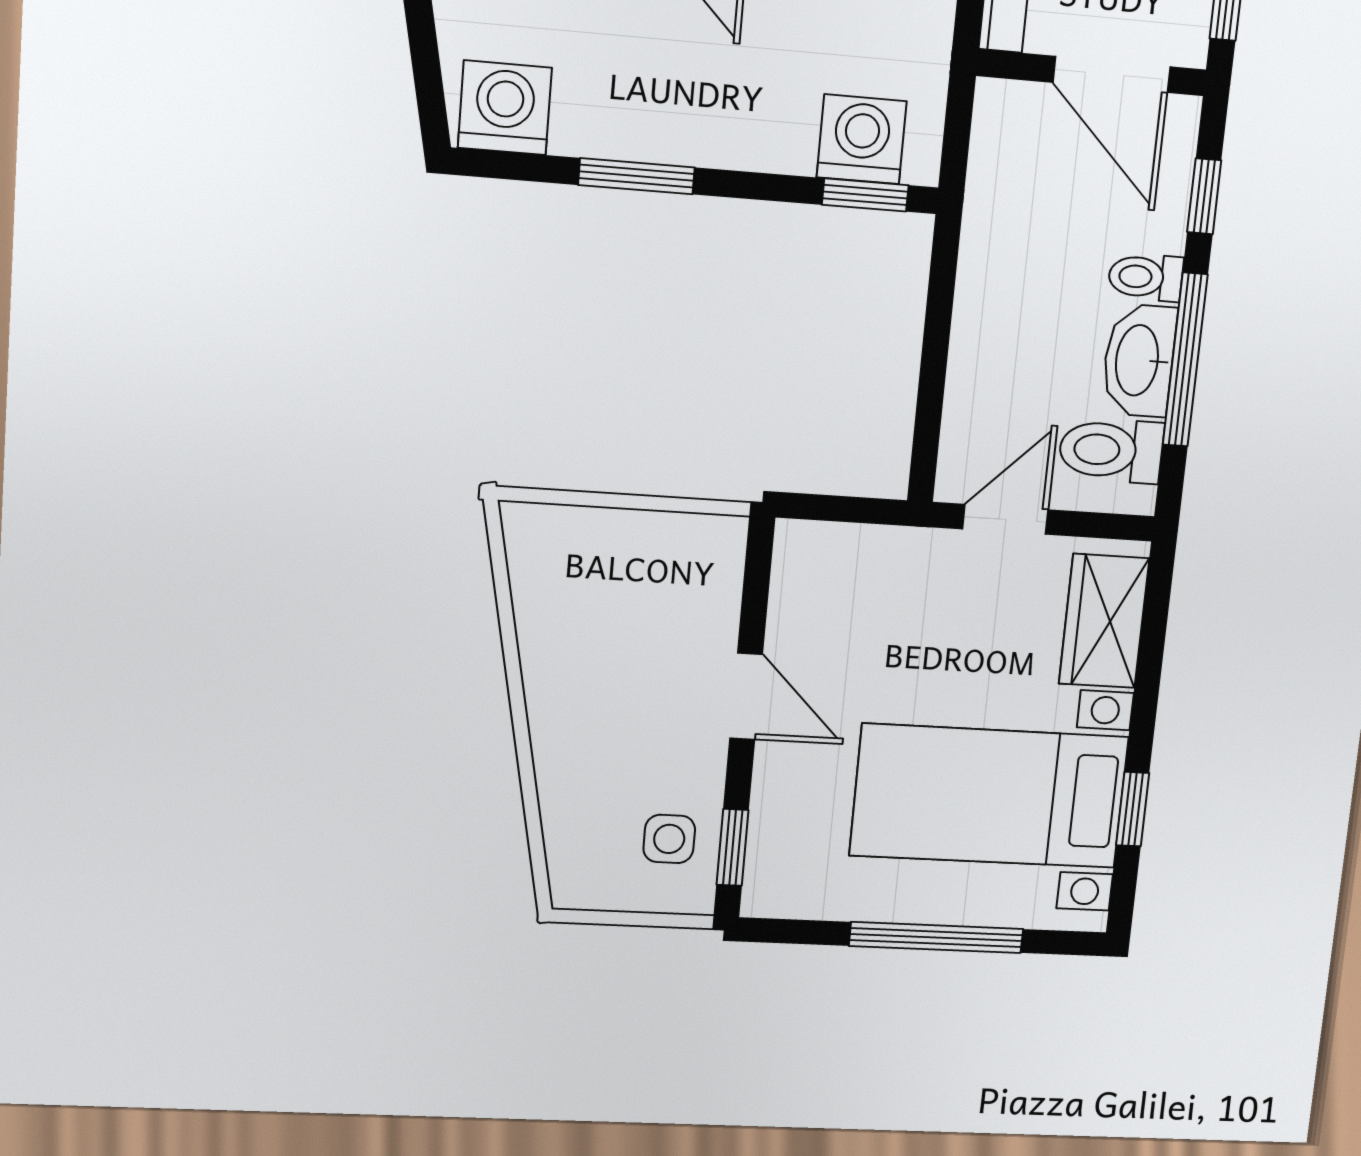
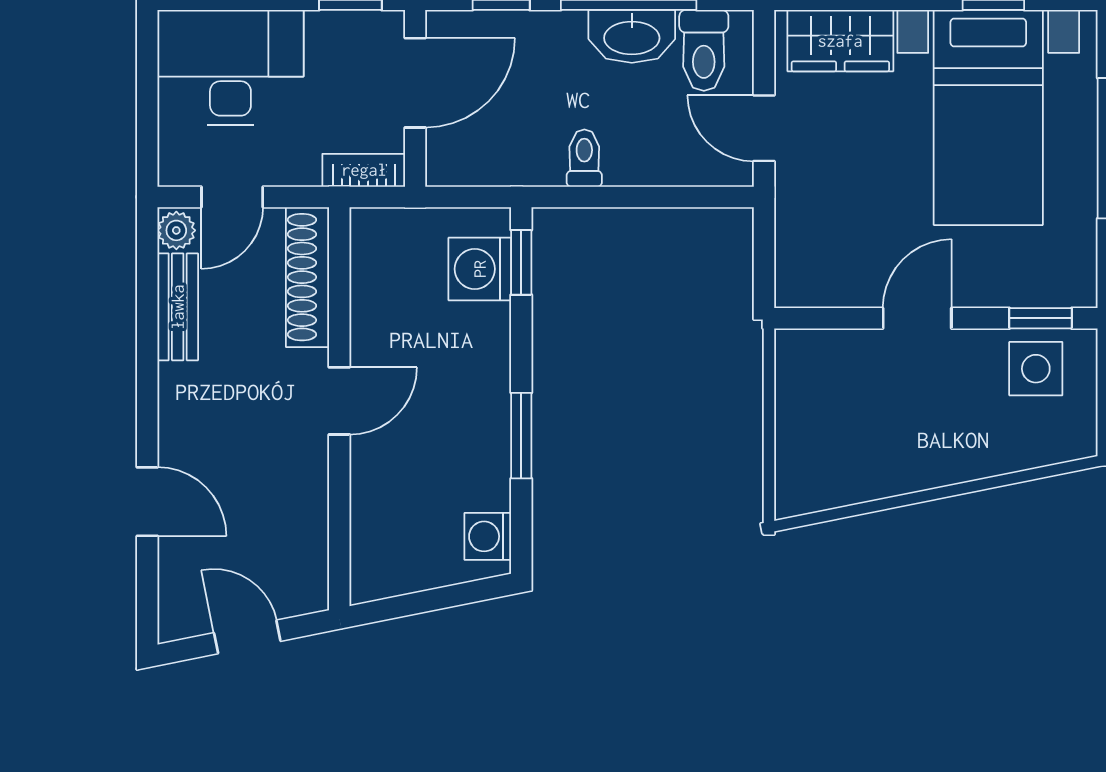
washing machine: (505, 108) -> (488, 536), width x0.73, depth x0.73
toilet: (1146, 277) -> (584, 158), moved, turned 180
side table: (669, 839) -> (1036, 369), width x1.37, depth x1.37

